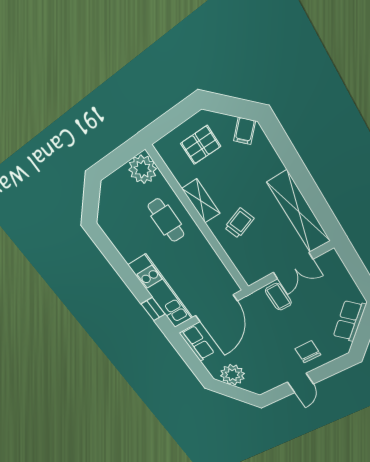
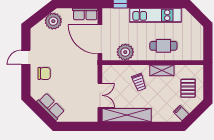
plant: (143, 169) -> (125, 52), moved
double door: (293, 266) -> (100, 95), swing flipped
kitchen unit: (161, 291) -> (155, 15), moved
coffee table: (278, 297) -> (87, 77), removed
door: (300, 383) -> (26, 57), hinge flipped

